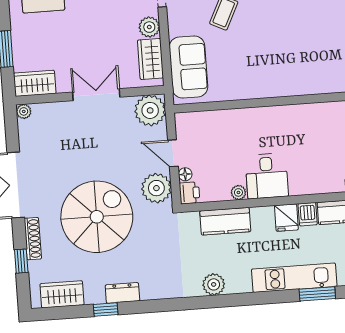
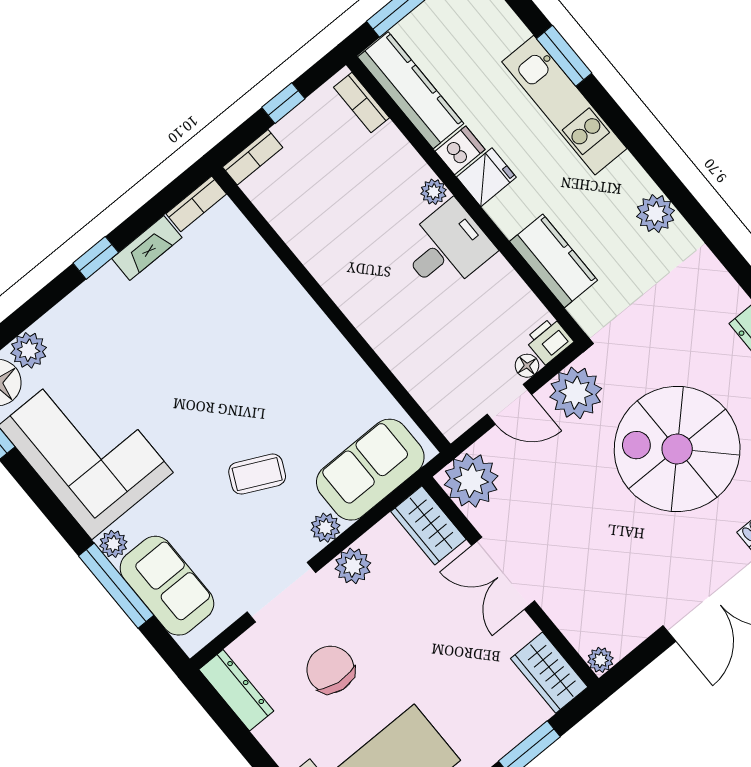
plant: (176, 27) -> (325, 528), added
wardrobe: (150, 59) -> (428, 525), moved, turned 90
door: (173, 153) -> (509, 404), hinge flipped
plant: (238, 192) -> (434, 192), moved

